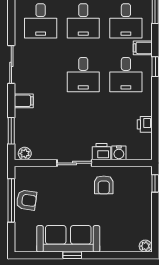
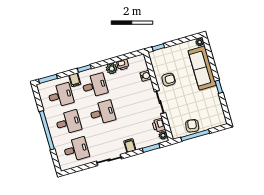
plant: (144, 107) -> (112, 69), added
printer: (101, 152) -> (159, 125), moved
sofa: (68, 239) -> (202, 68), moved

